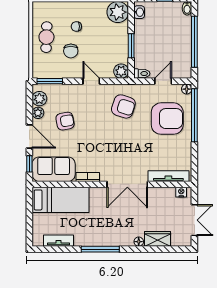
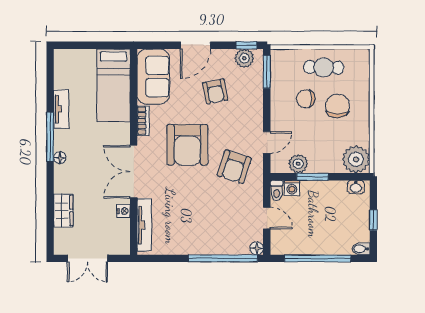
chair: (76, 26) -> (337, 106), width x1.87, depth x1.87
washing machine: (140, 62) -> (292, 188), added
plant: (121, 71) -> (298, 164), moved
door: (91, 81) -> (267, 143), moved
plant: (38, 113) -> (226, 56), removed
armchair: (167, 119) -> (187, 145), moved
window: (29, 164) -> (246, 45), moved
nightstand: (181, 192) -> (124, 211), moved
tv unit: (59, 241) -> (61, 109), moved
floor lamp: (139, 242) -> (60, 158), moved

